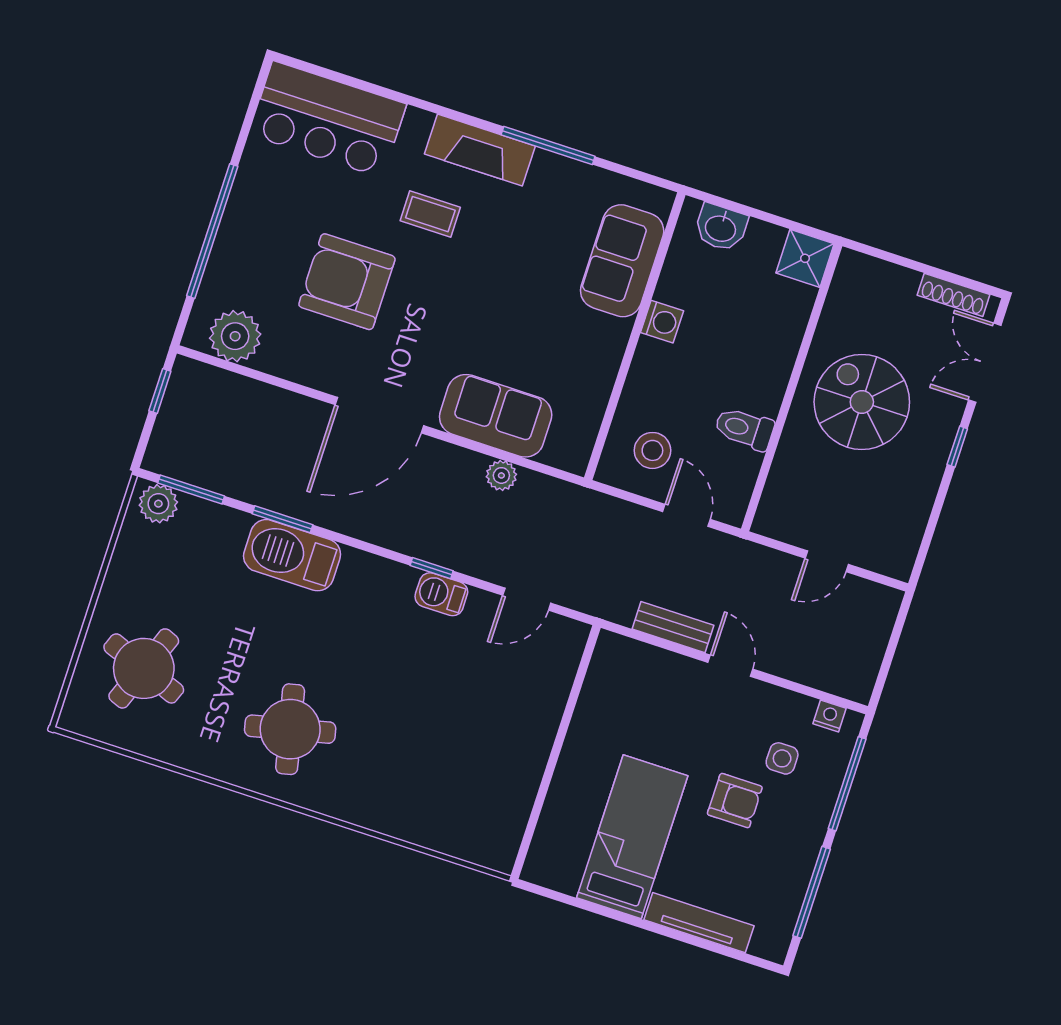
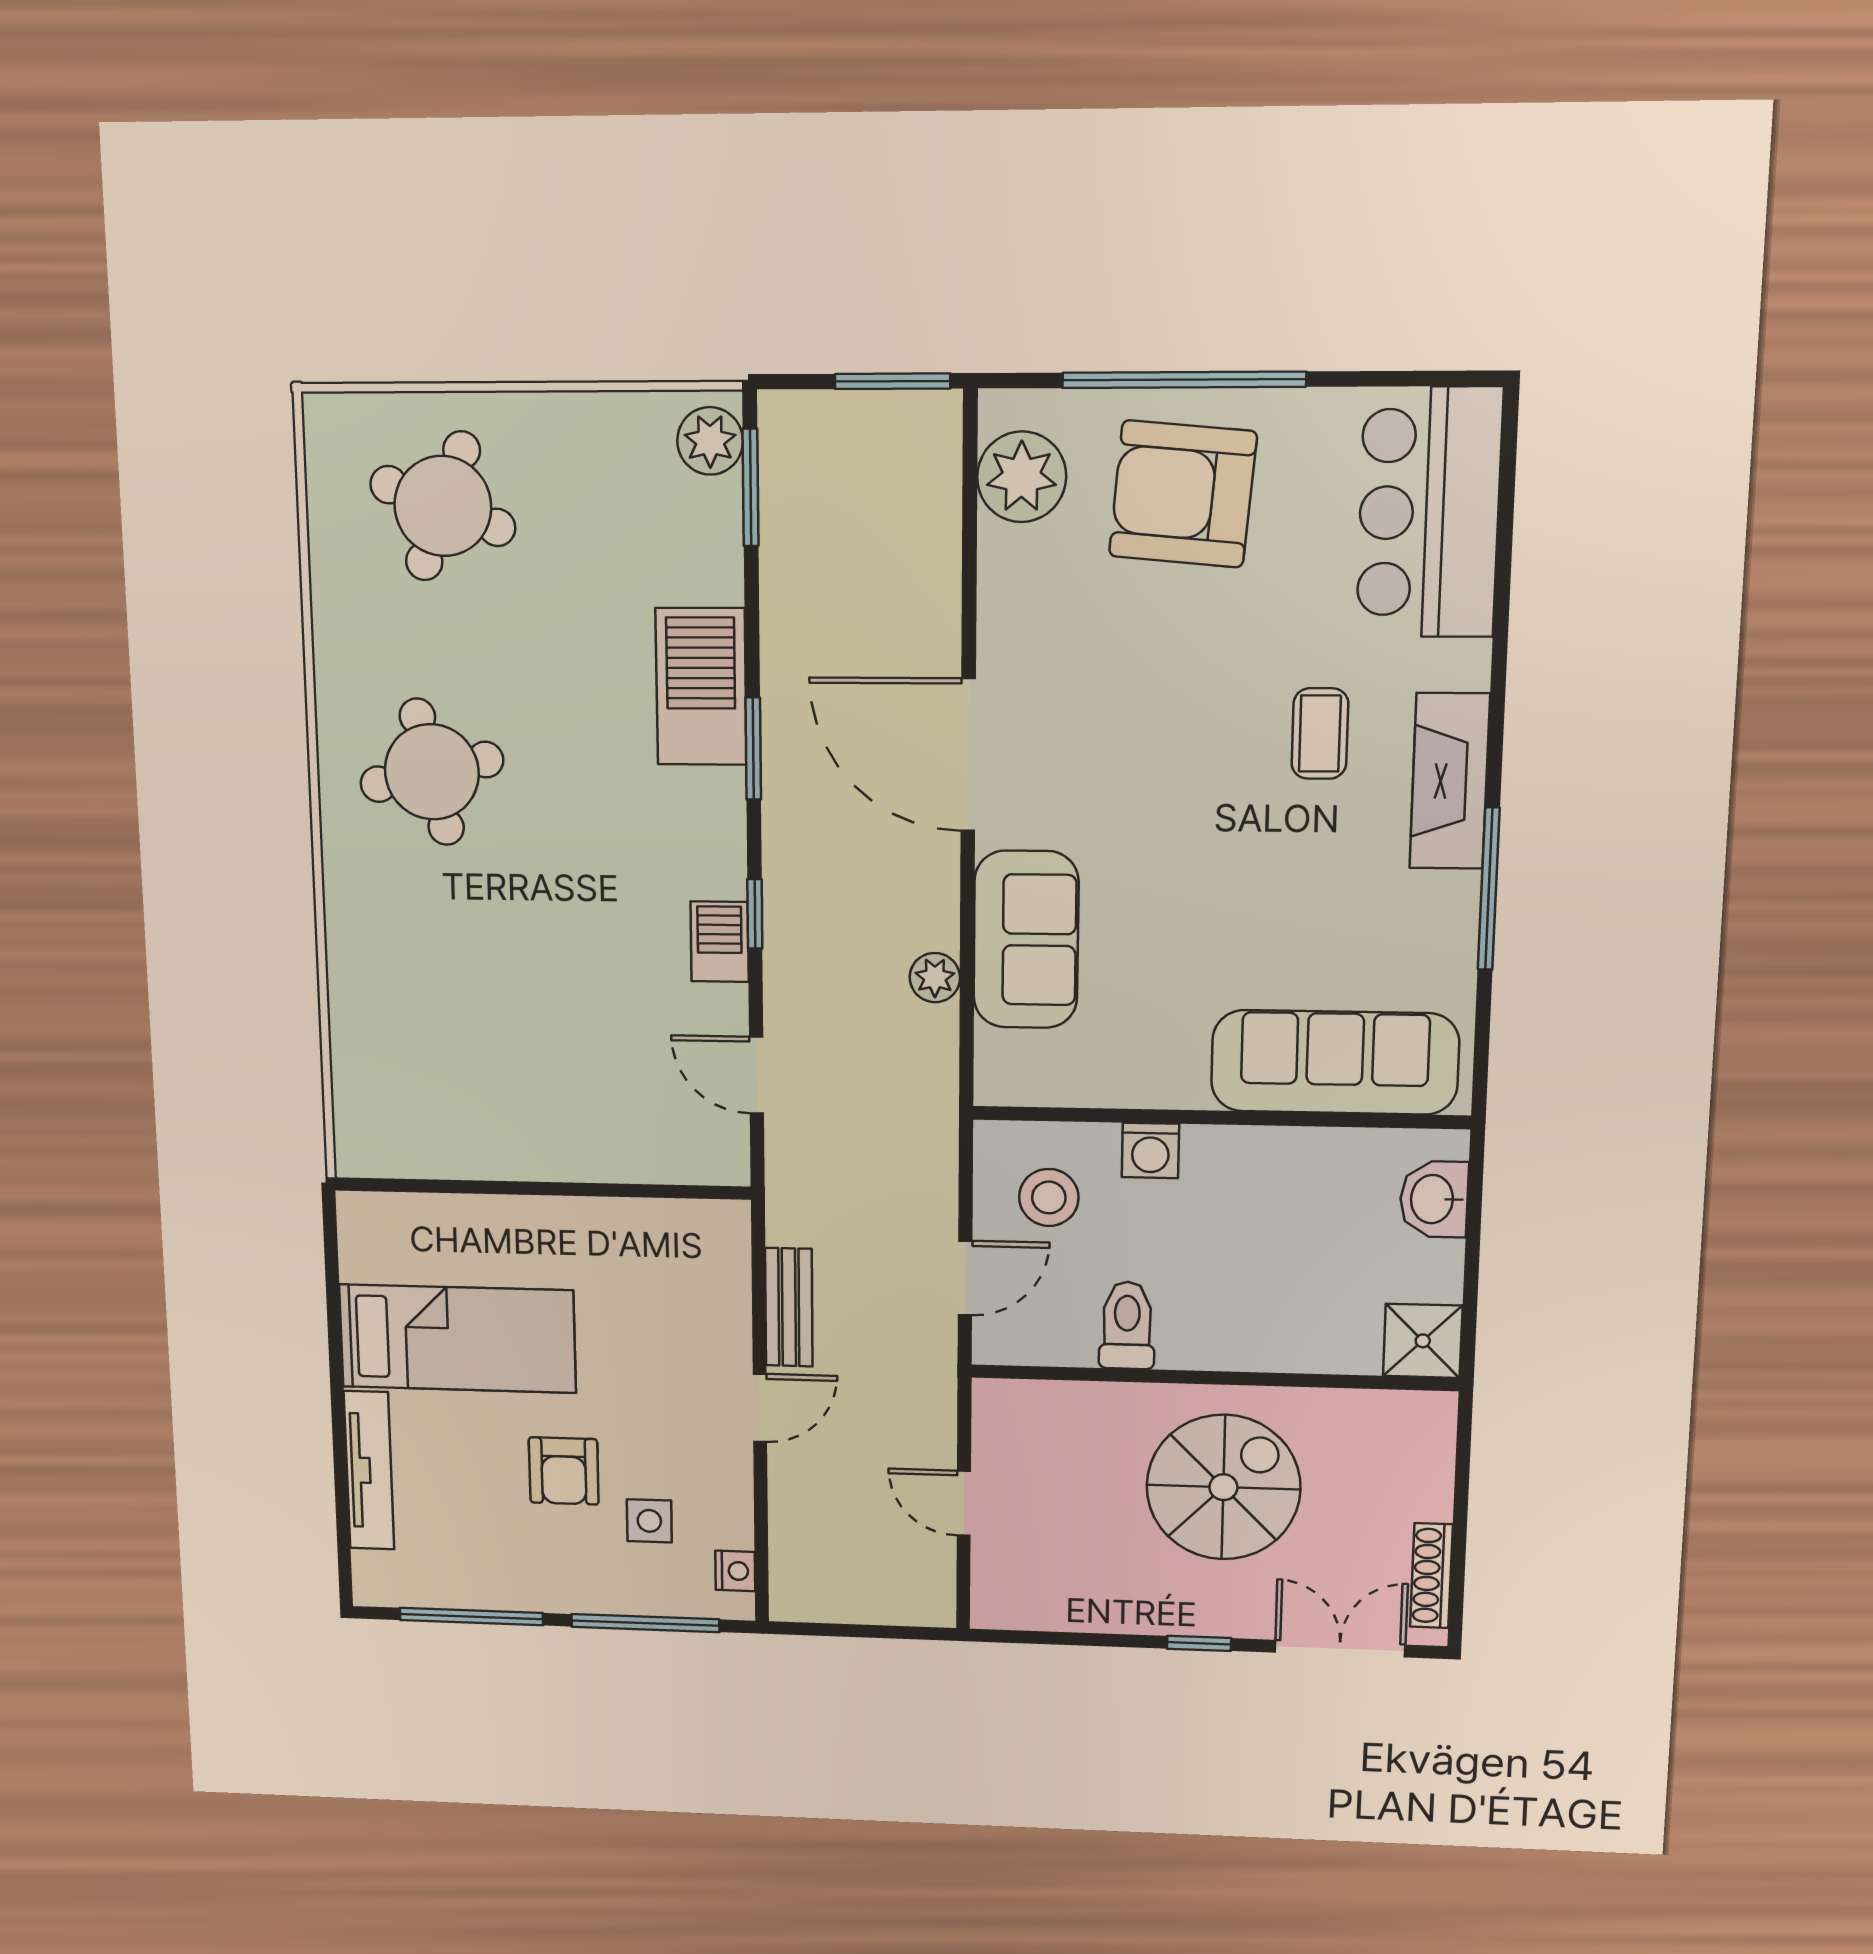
sofa: (622, 261) -> (1335, 1062), width x1.36
armchair: (347, 282) -> (1183, 494), moved, turned -85
washing machine: (662, 322) -> (1150, 1150), moved
window: (160, 391) -> (893, 381), width x1.50
window: (283, 519) -> (753, 749), moved

